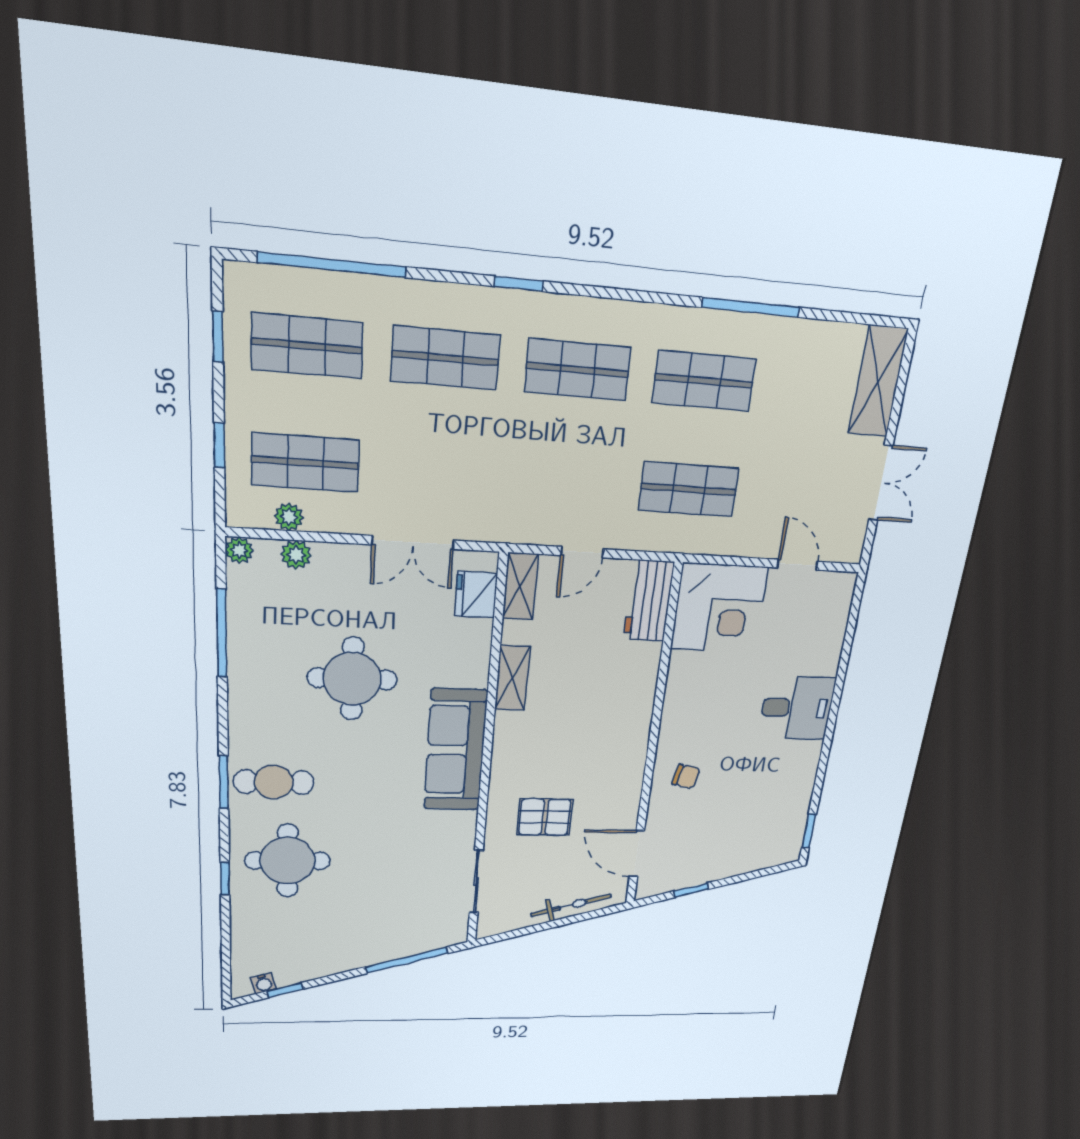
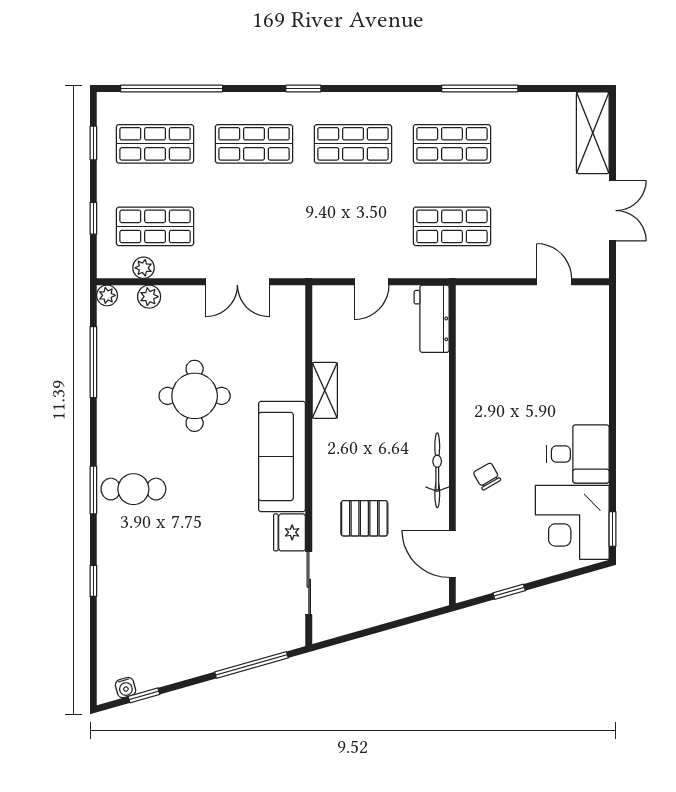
shelving: (520, 586) -> (324, 312), removed
fridge: (476, 595) -> (290, 532), moved
corner desk: (719, 608) -> (572, 522), moved, turned 90
desk: (797, 708) -> (578, 454), moved
chair: (686, 776) -> (487, 476), turned -132
round table: (288, 861) -> (145, 563), removed
bicycle: (571, 905) -> (437, 470), moved, turned -74

